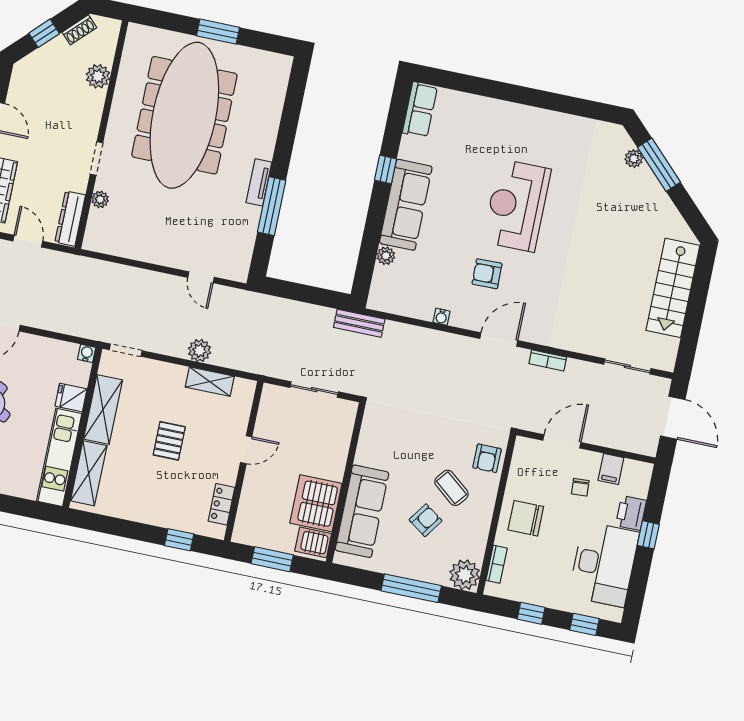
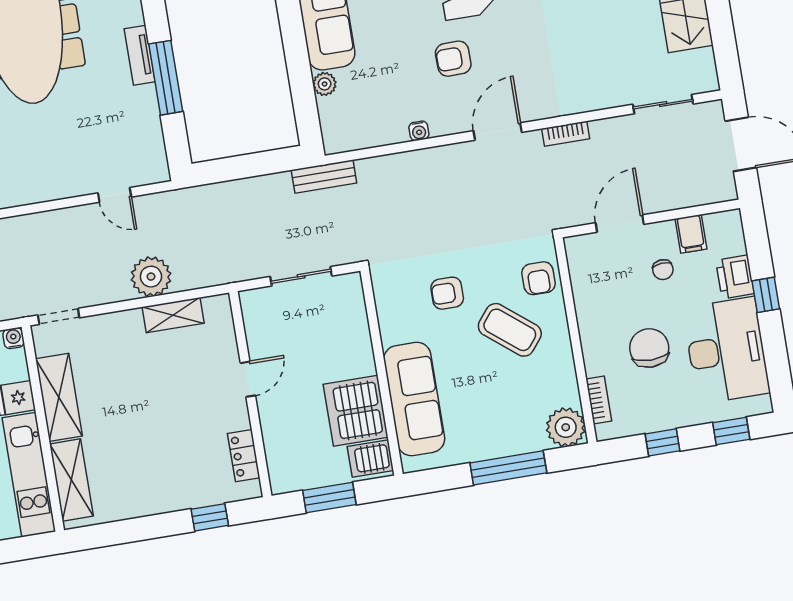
plant: (200, 351) -> (151, 277), width x1.36, depth x1.36
pallet: (169, 441) -> (152, 404), removed
coffee table: (451, 488) -> (510, 330), width x1.36, depth x1.30
chair: (526, 518) -> (649, 348), moved, turned 90
armchair: (426, 520) -> (447, 293), moved, turned -125

